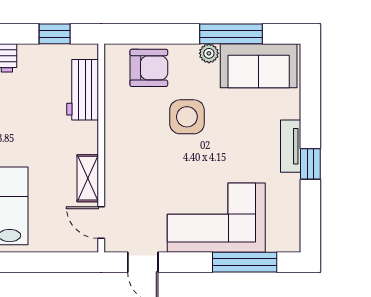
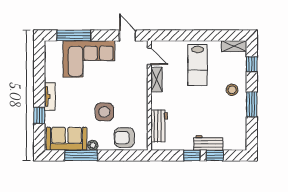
window: (55, 34) -> (192, 155), moved
window: (310, 164) -> (39, 115), moved

